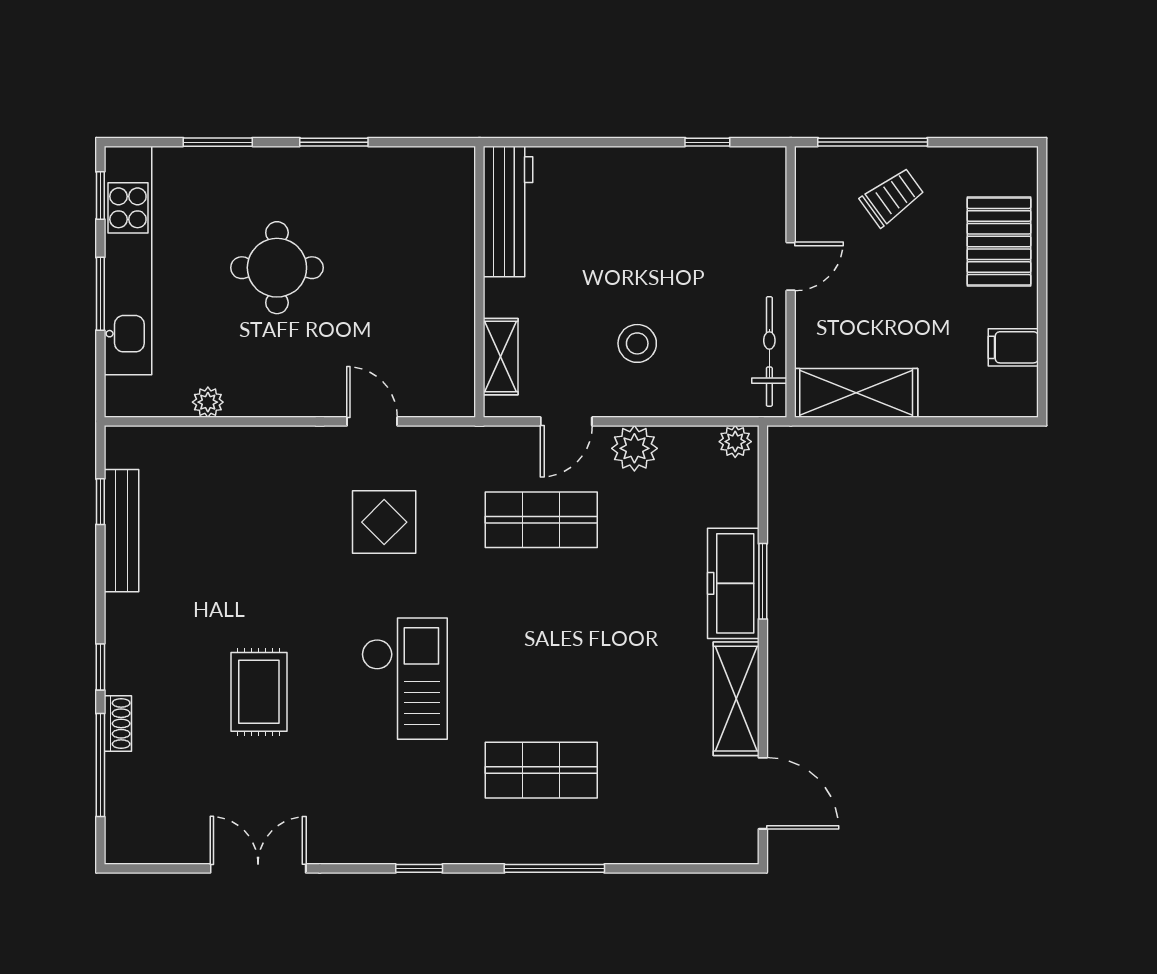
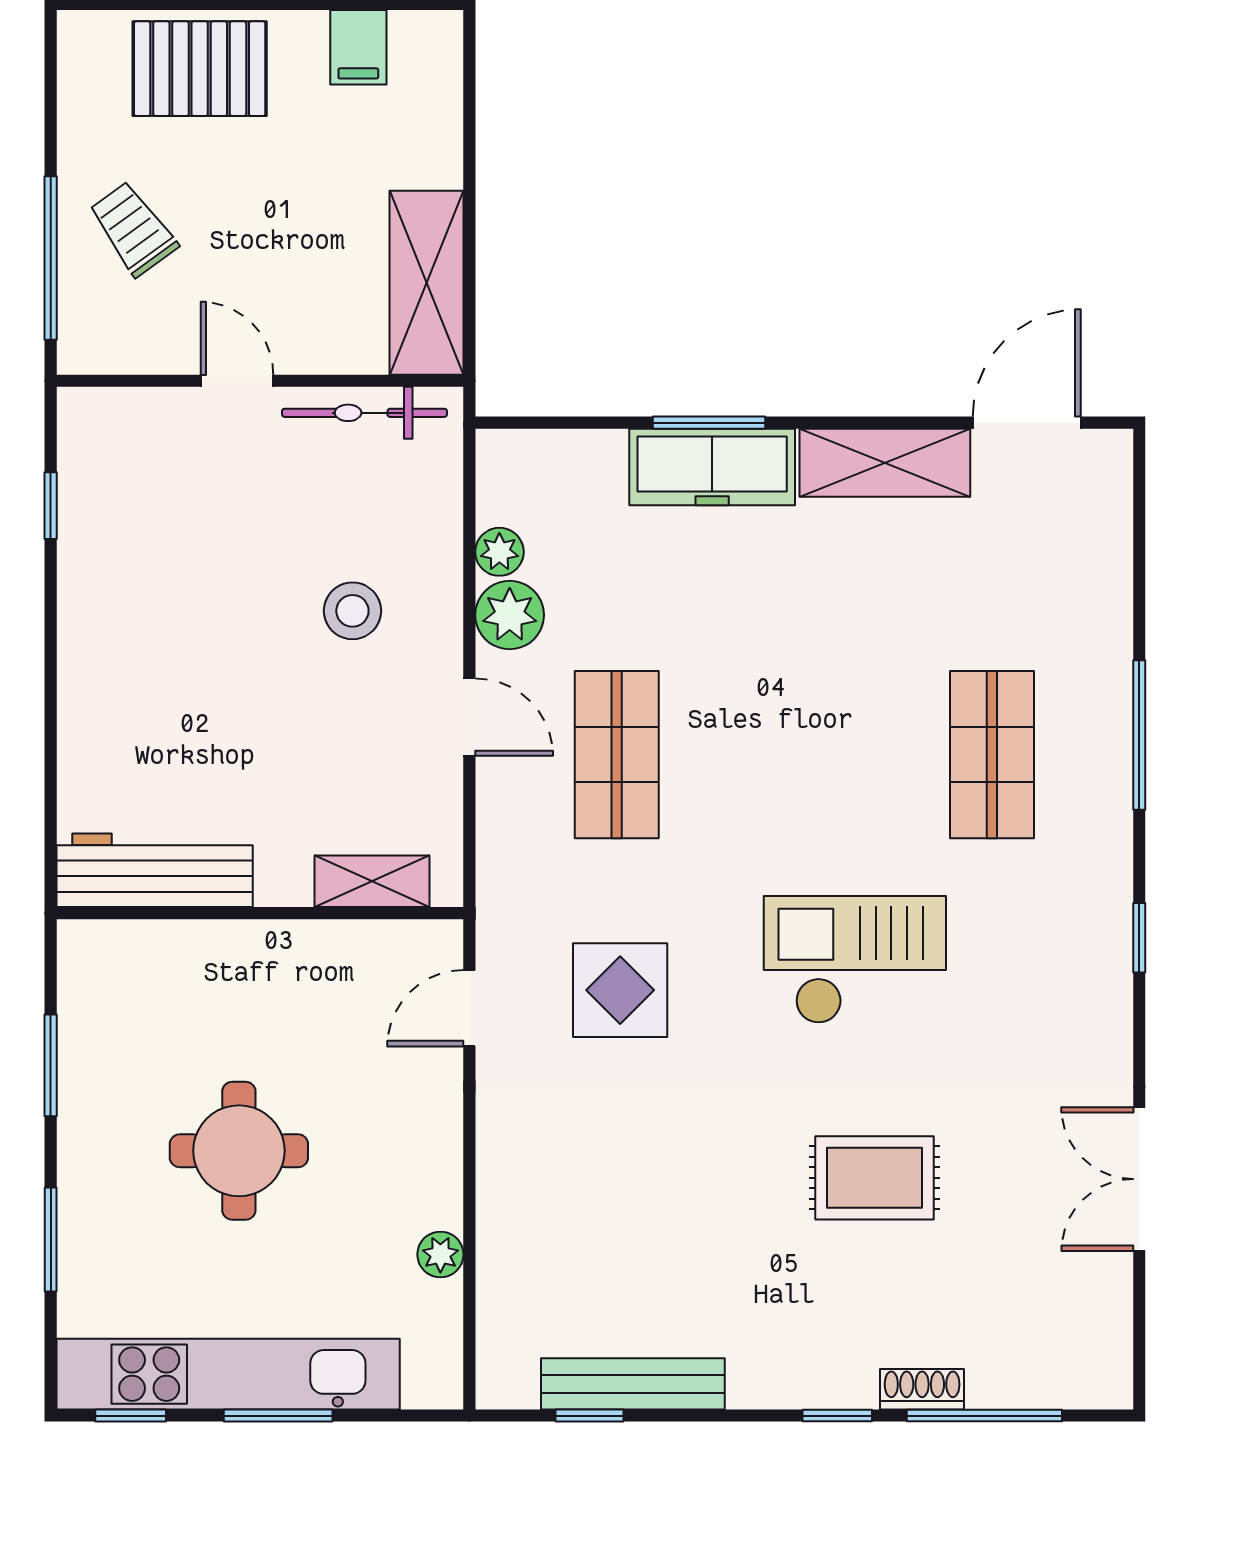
workbench: (508, 211) -> (155, 870), moved
wall: (479, 282) -> (260, 913), moved
shelving: (501, 357) -> (372, 881), moved
plant: (735, 442) -> (499, 552), moved

